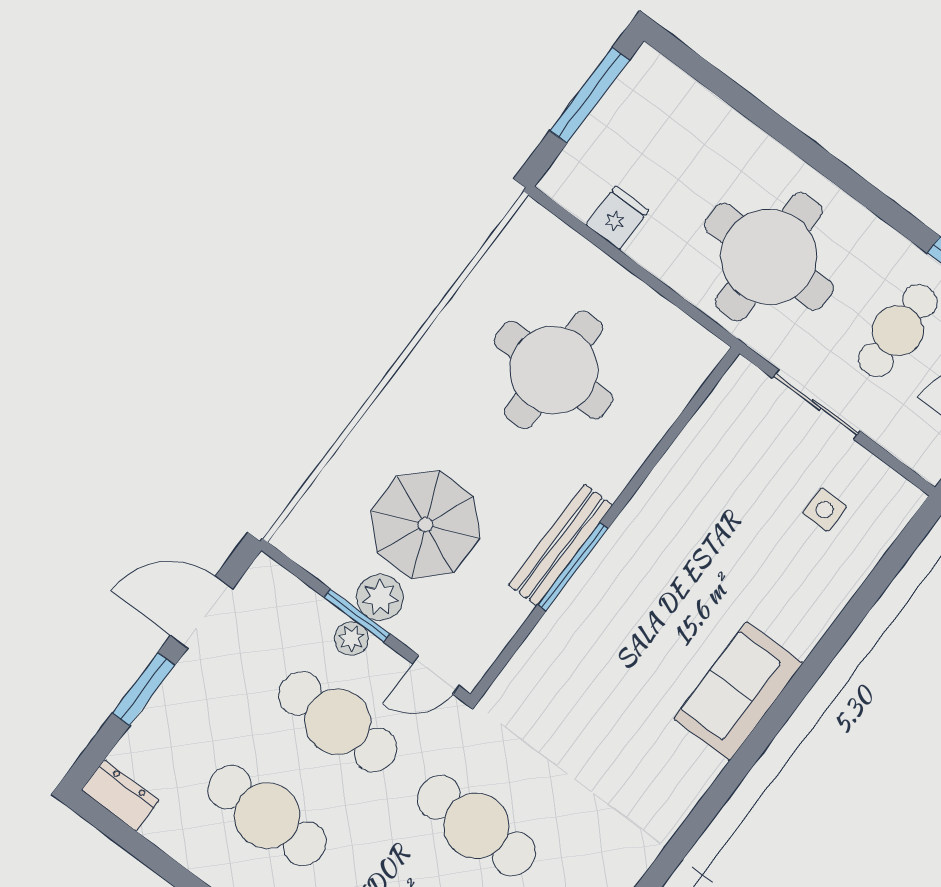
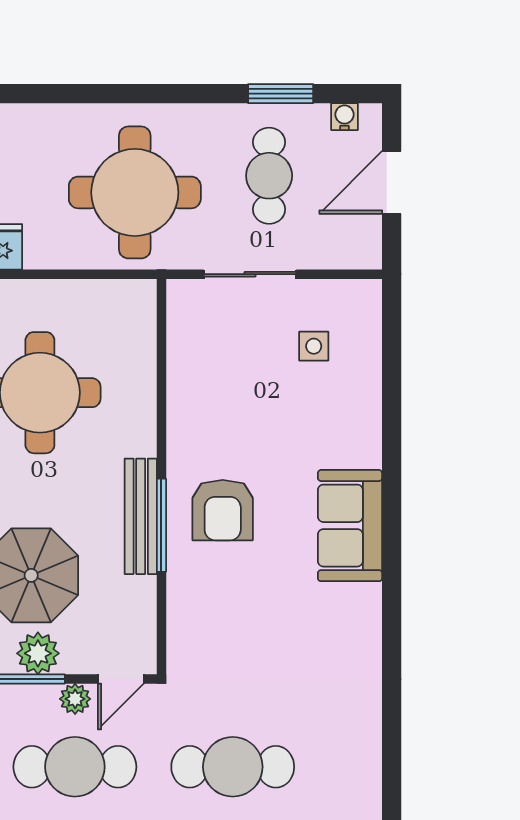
armchair: (637, 594) -> (223, 510), added
plant: (351, 639) -> (75, 699), moved

